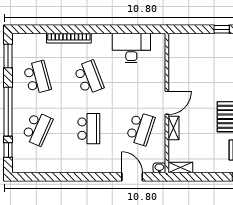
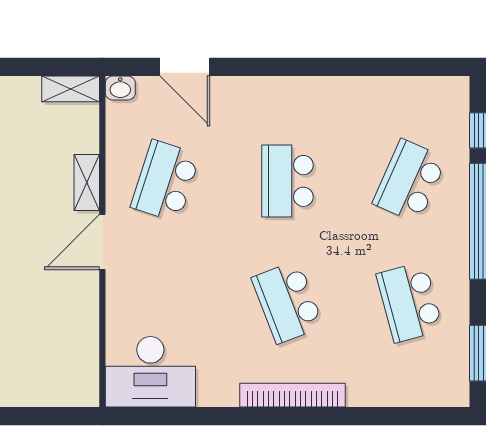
bookcase: (69, 38) -> (293, 395), moved
desk: (131, 48) -> (150, 372), moved

